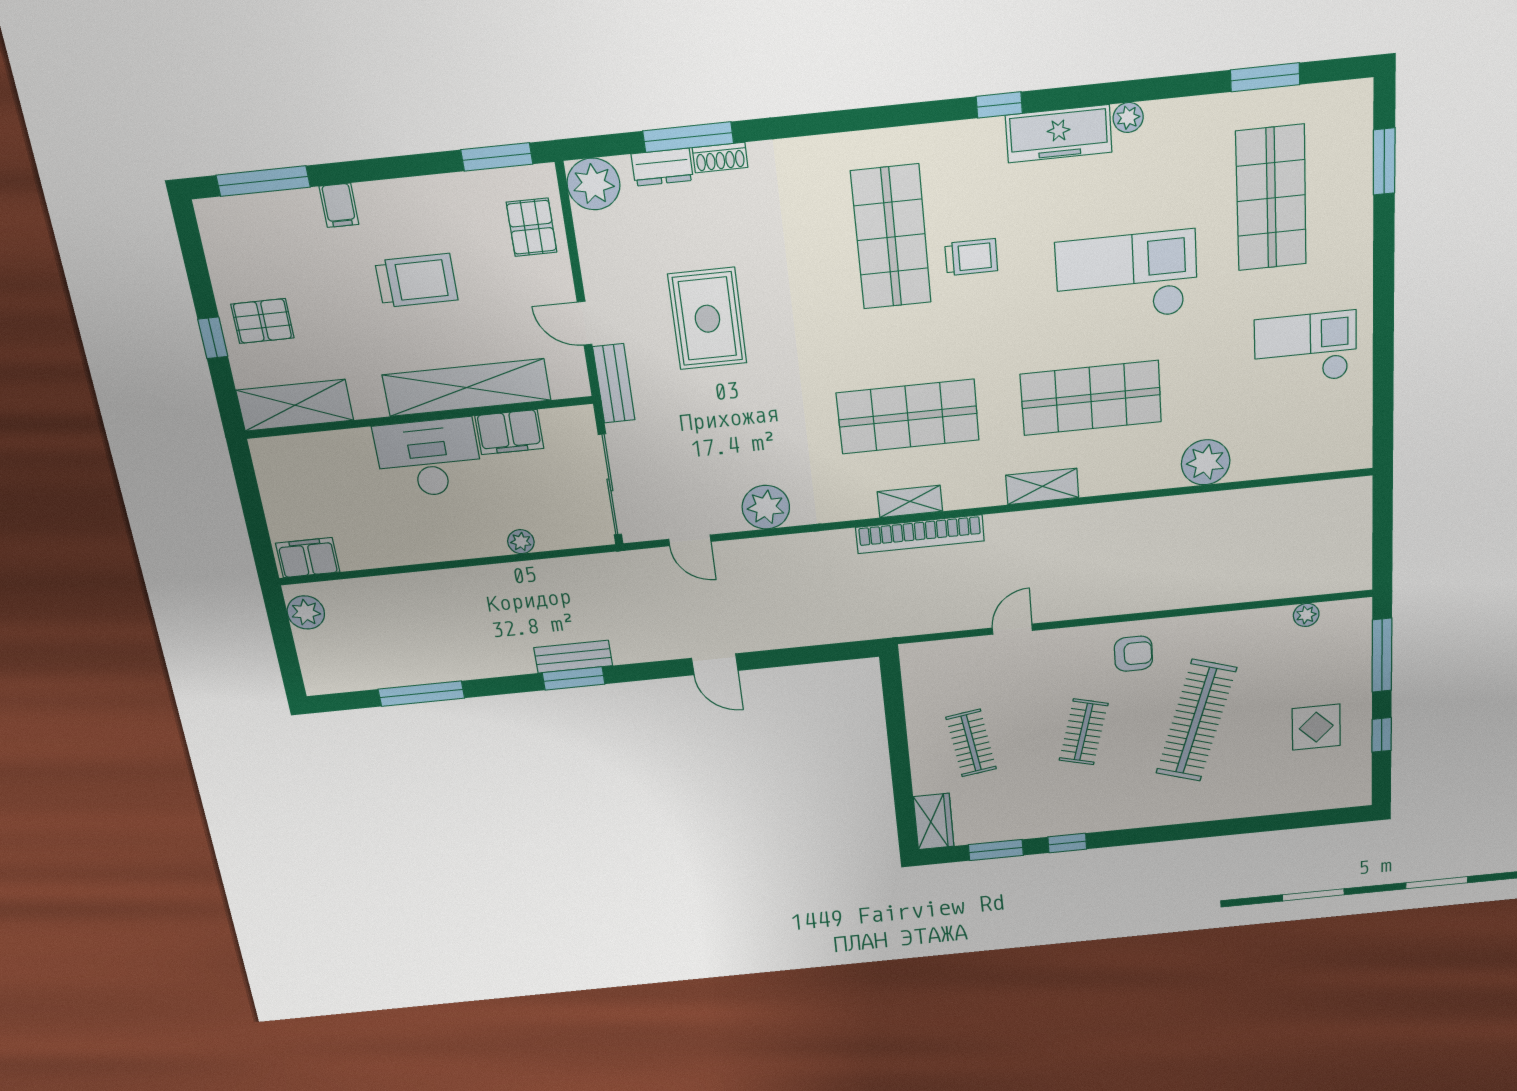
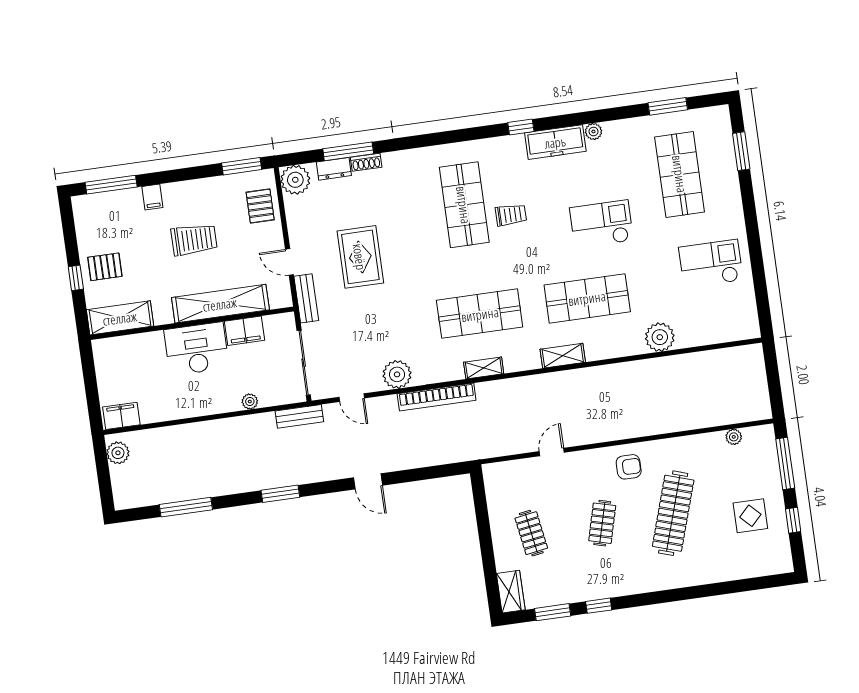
checkout: (1127, 277) -> (601, 224), width x0.73, depth x0.83
bookcase: (920, 534) -> (437, 397), moved
bench: (573, 657) -> (299, 416), moved

